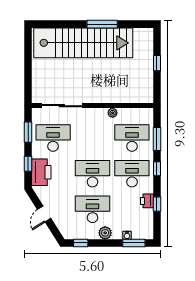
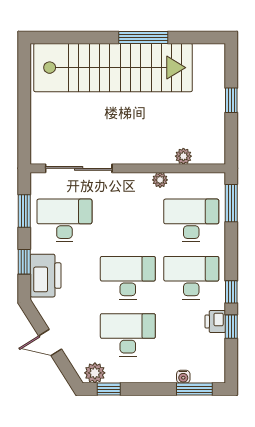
plant: (127, 98) -> (183, 156), added
window: (157, 139) -> (231, 203), moved
window: (157, 169) -> (231, 292), moved
door: (44, 214) -> (50, 342), hinge flipped
plant: (105, 233) -> (95, 373), moved

